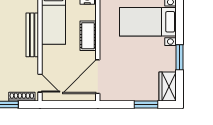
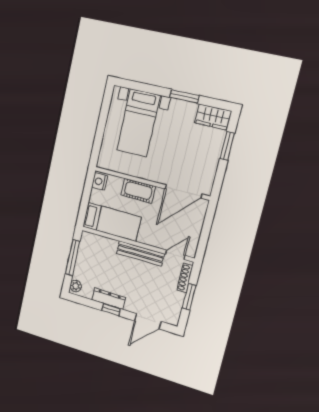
bench: (32, 35) -> (140, 253), moved
door: (98, 77) -> (183, 191), hinge flipped

